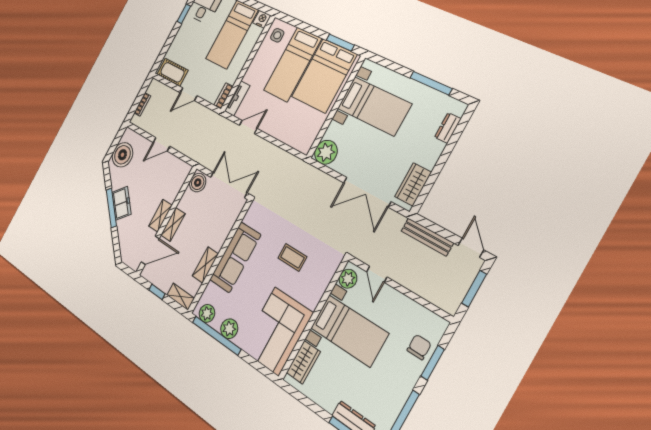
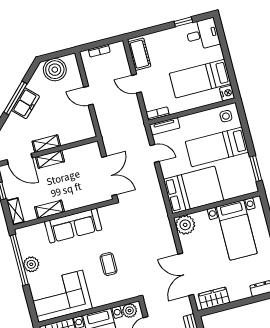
bed: (324, 76) -> (193, 190), moved, turned 180
boiler: (198, 183) -> (90, 151), removed
plant: (207, 313) -> (25, 240), removed

